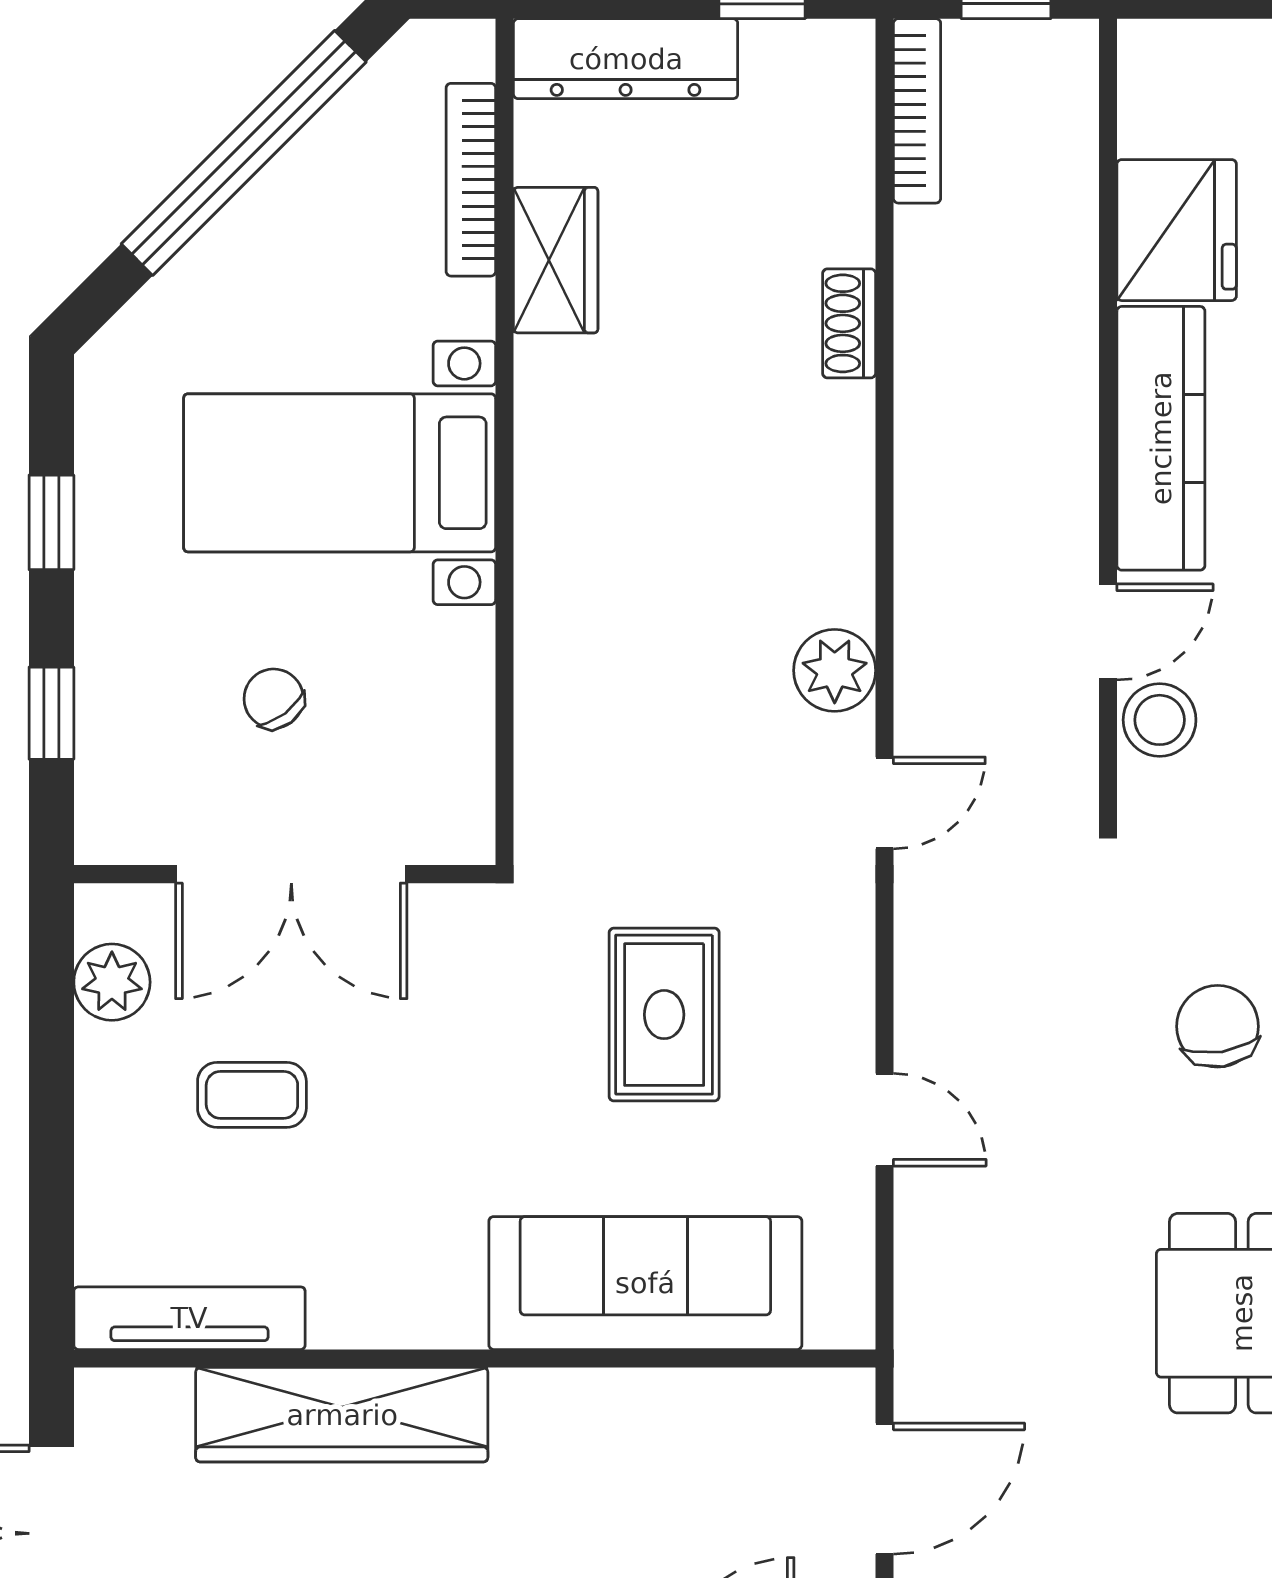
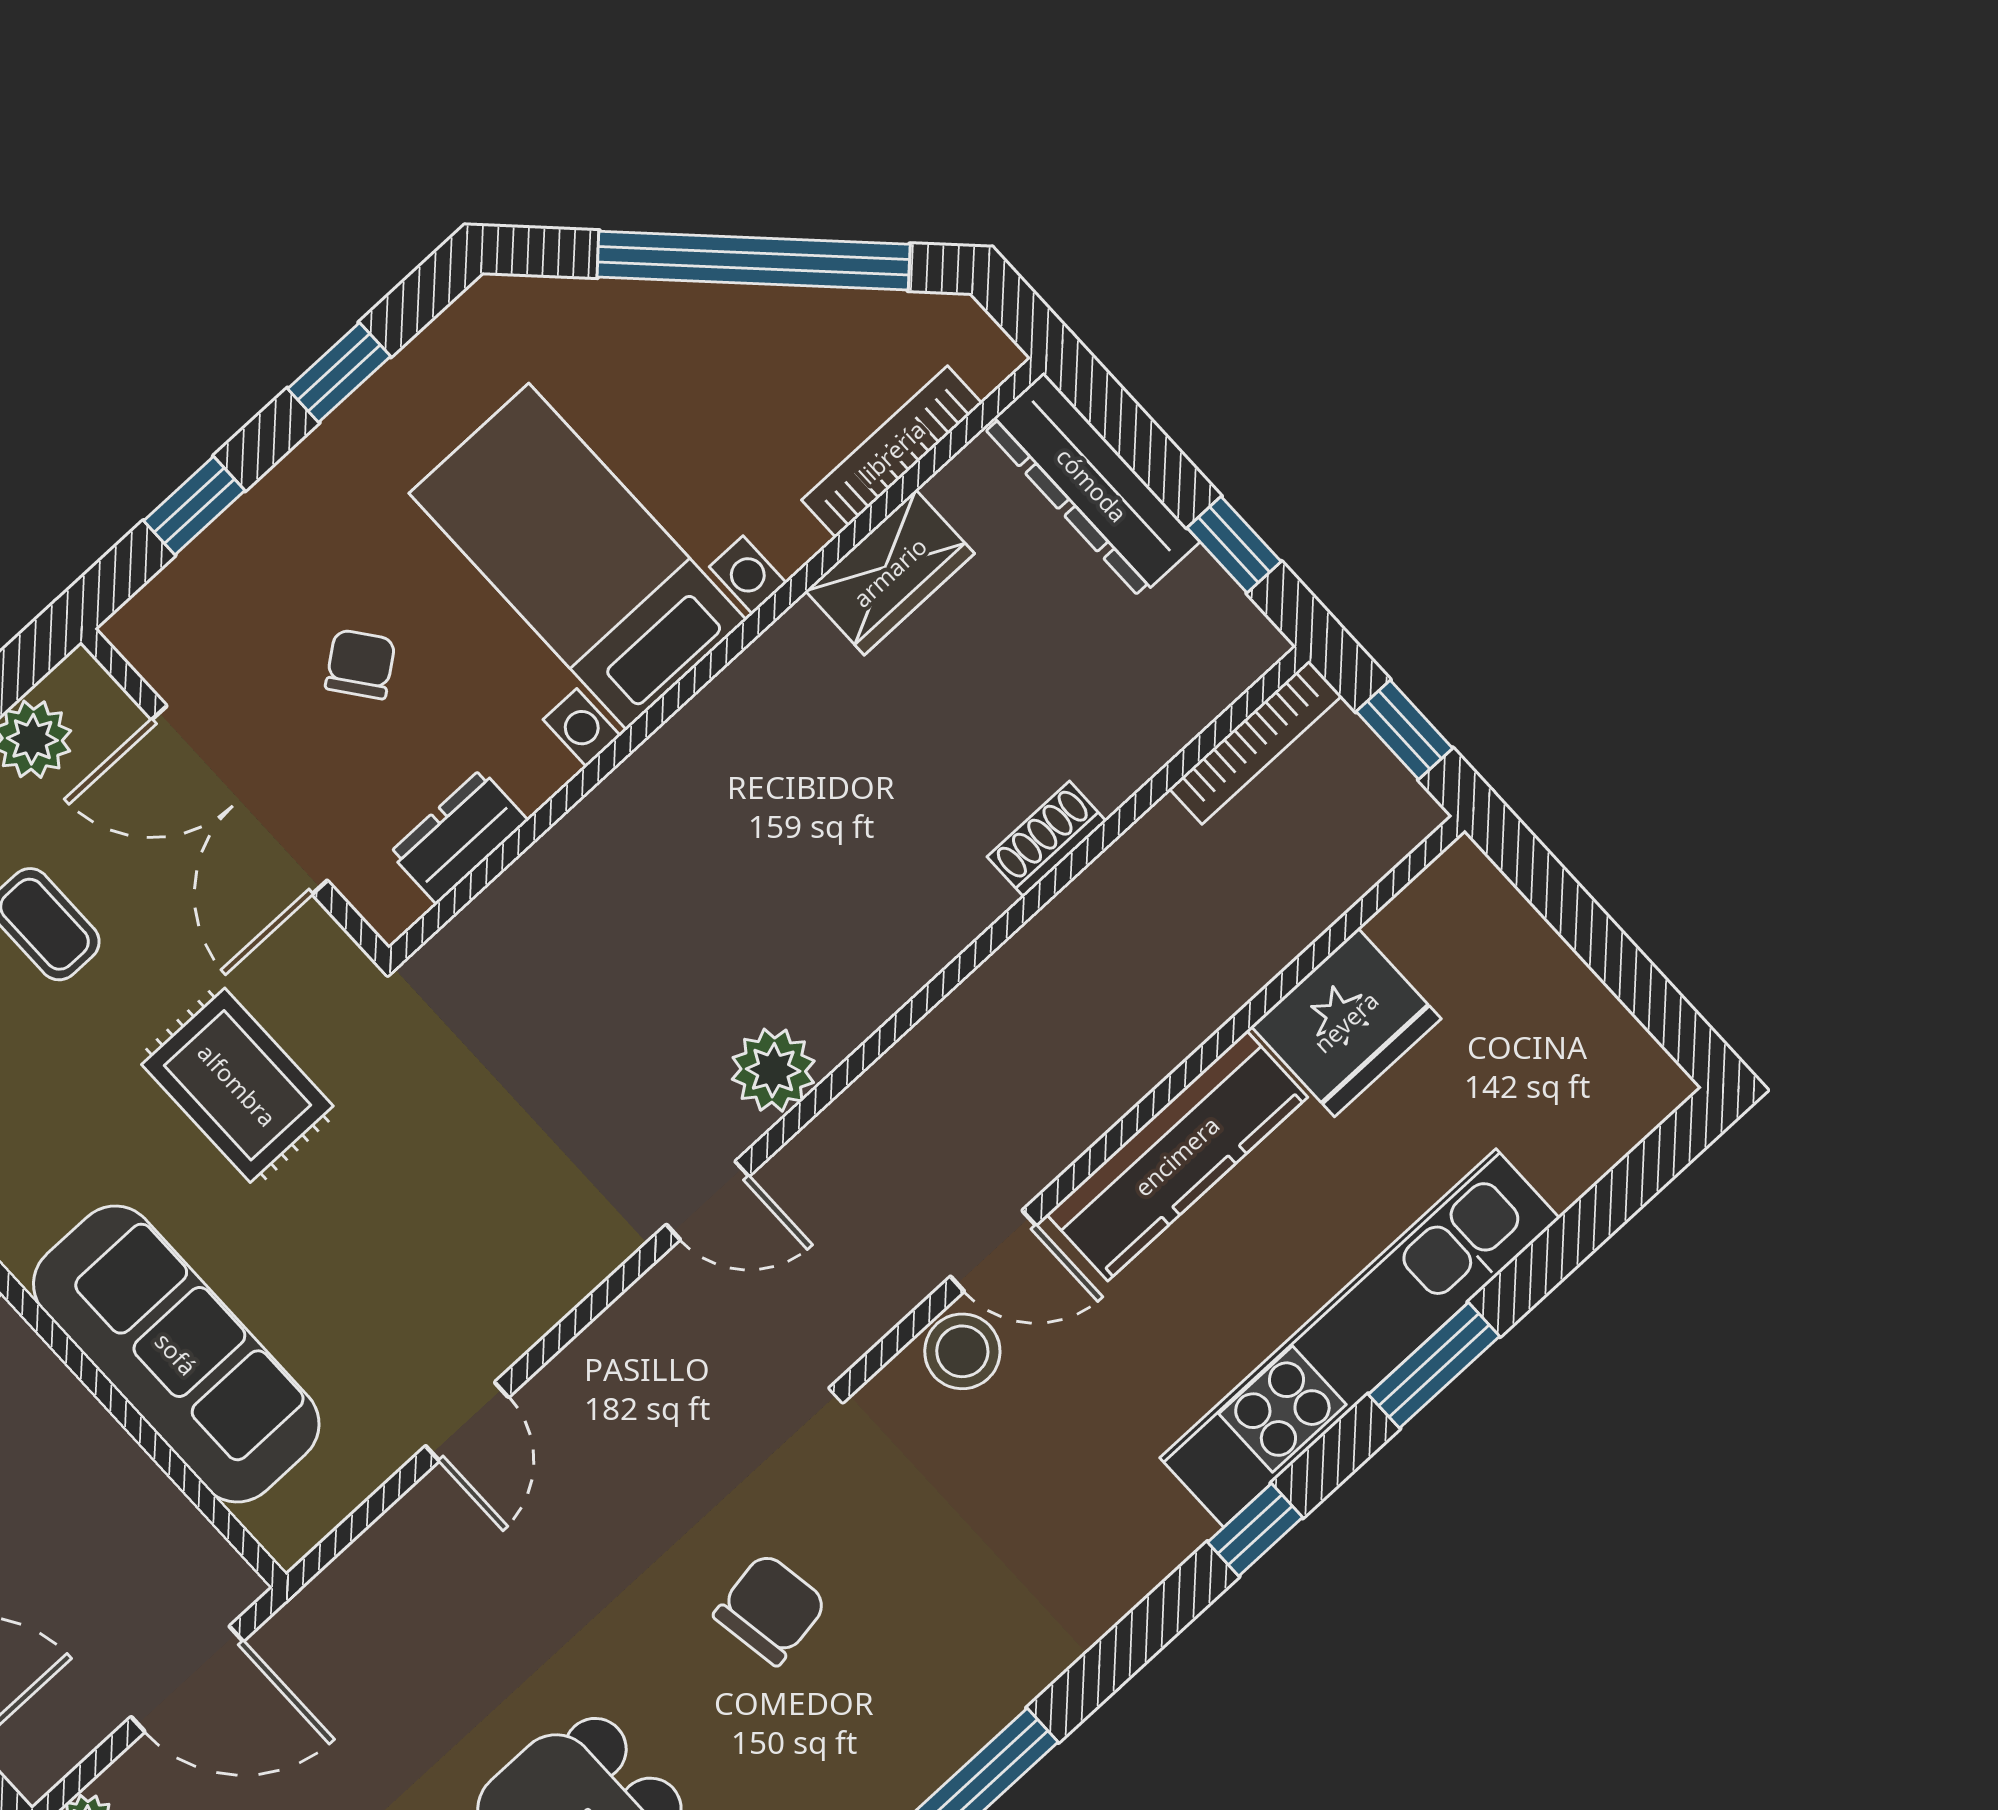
dresser: (461, 742) -> (459, 837), added
rug: (664, 1015) -> (237, 1085), moved, turned 90

